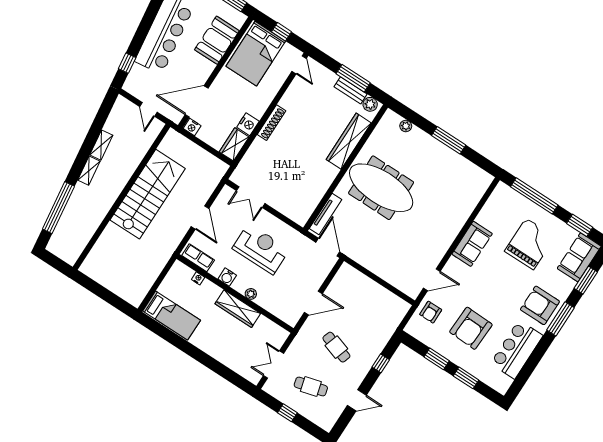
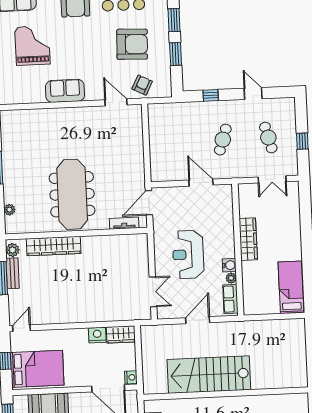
shoe rack: (272, 123) -> (83, 317), removed
tv unit: (326, 214) -> (124, 223), width x0.71
grand piano: (530, 244) -> (32, 45), turned 90
nightstand: (198, 278) -> (247, 287), removed
plant: (251, 294) -> (231, 278), moved
armchair: (431, 312) -> (142, 85), turned -63

